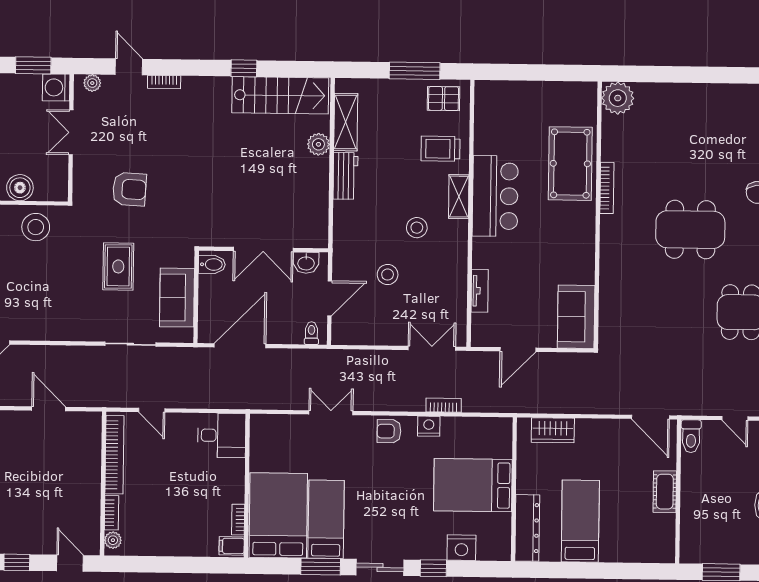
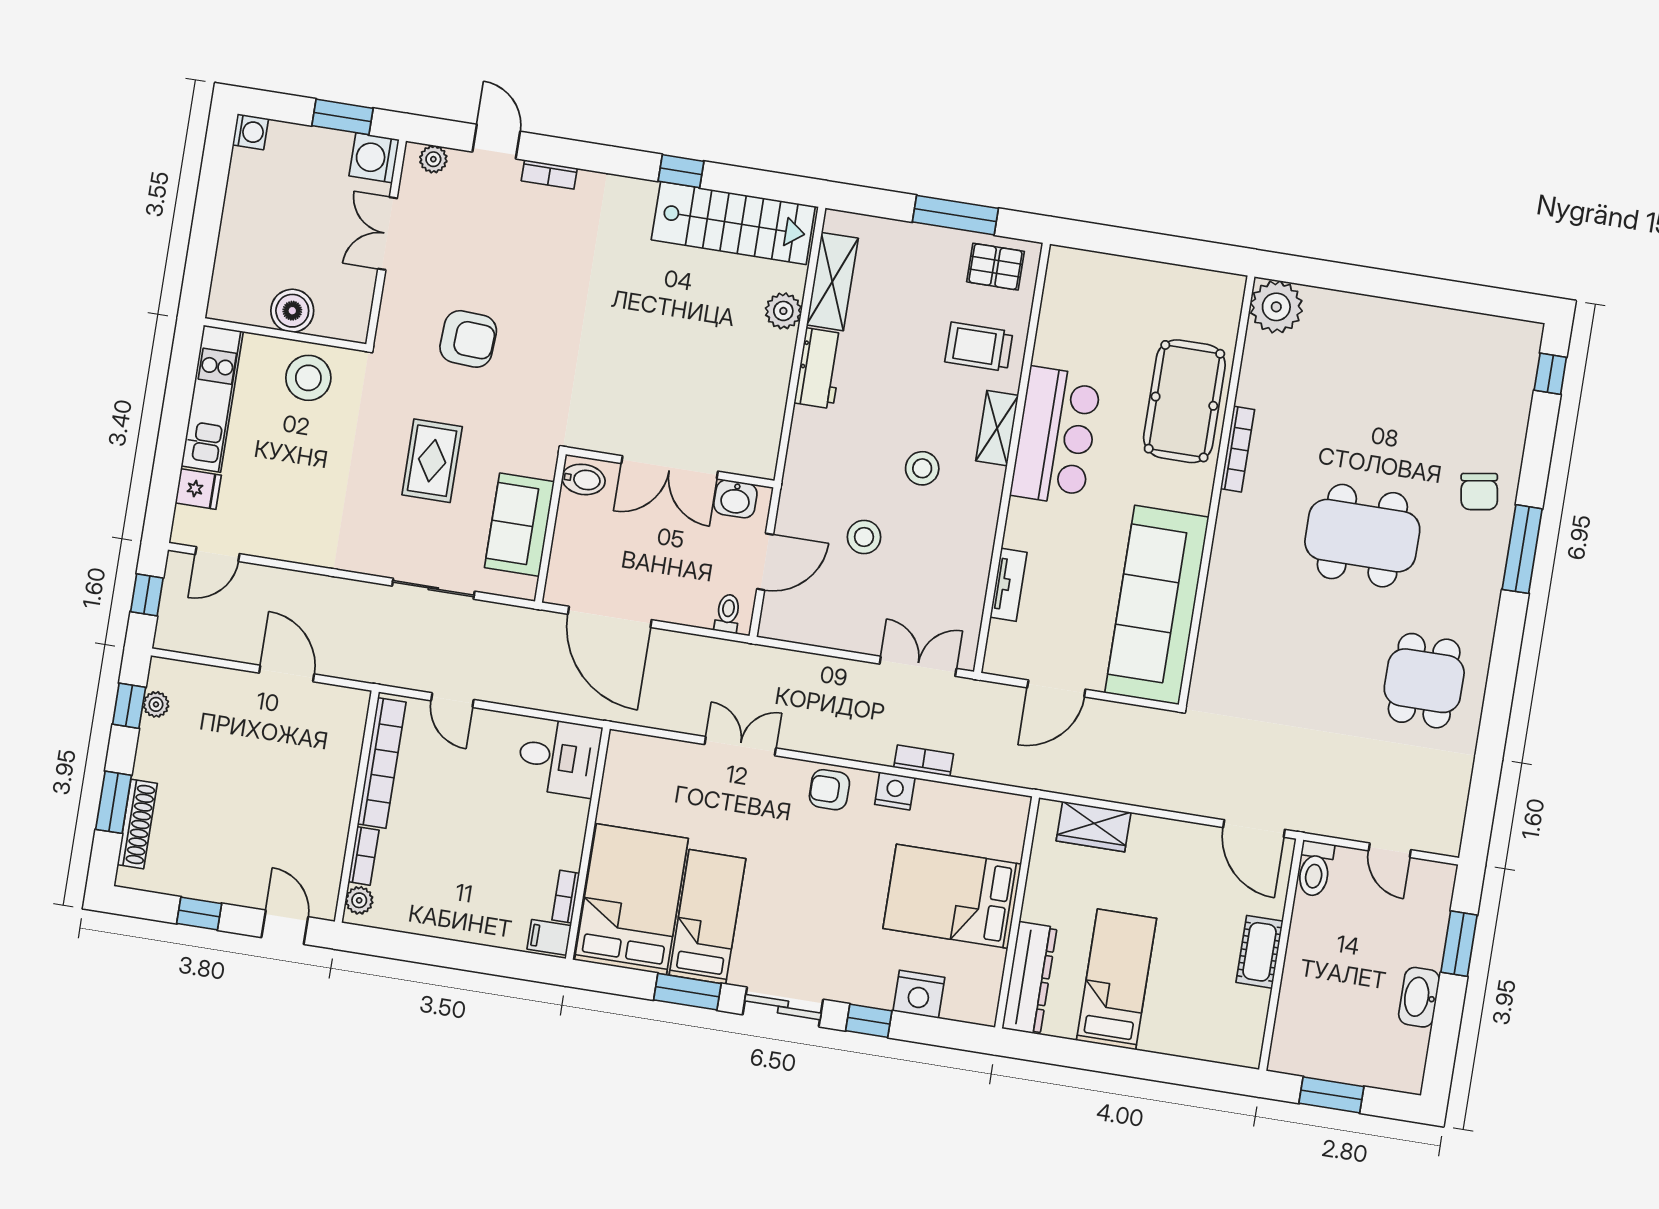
sofa: (576, 317) -> (1157, 605), width x1.85, depth x1.27
door: (240, 346) -> (610, 617), swing flipped

